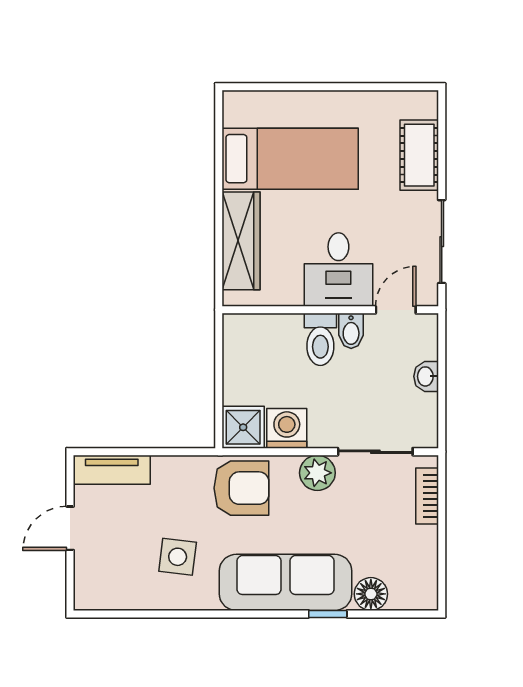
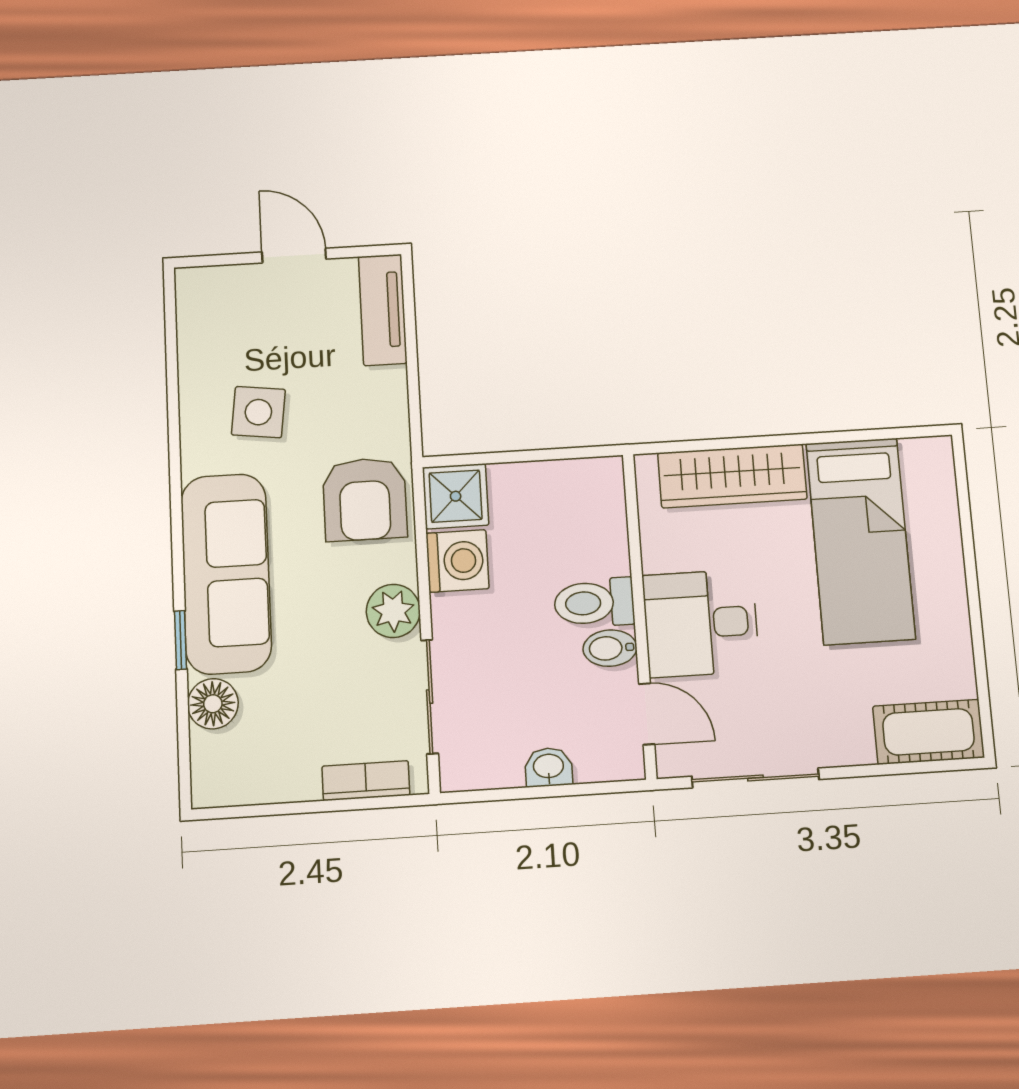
cot: (419, 155) -> (929, 732), moved

